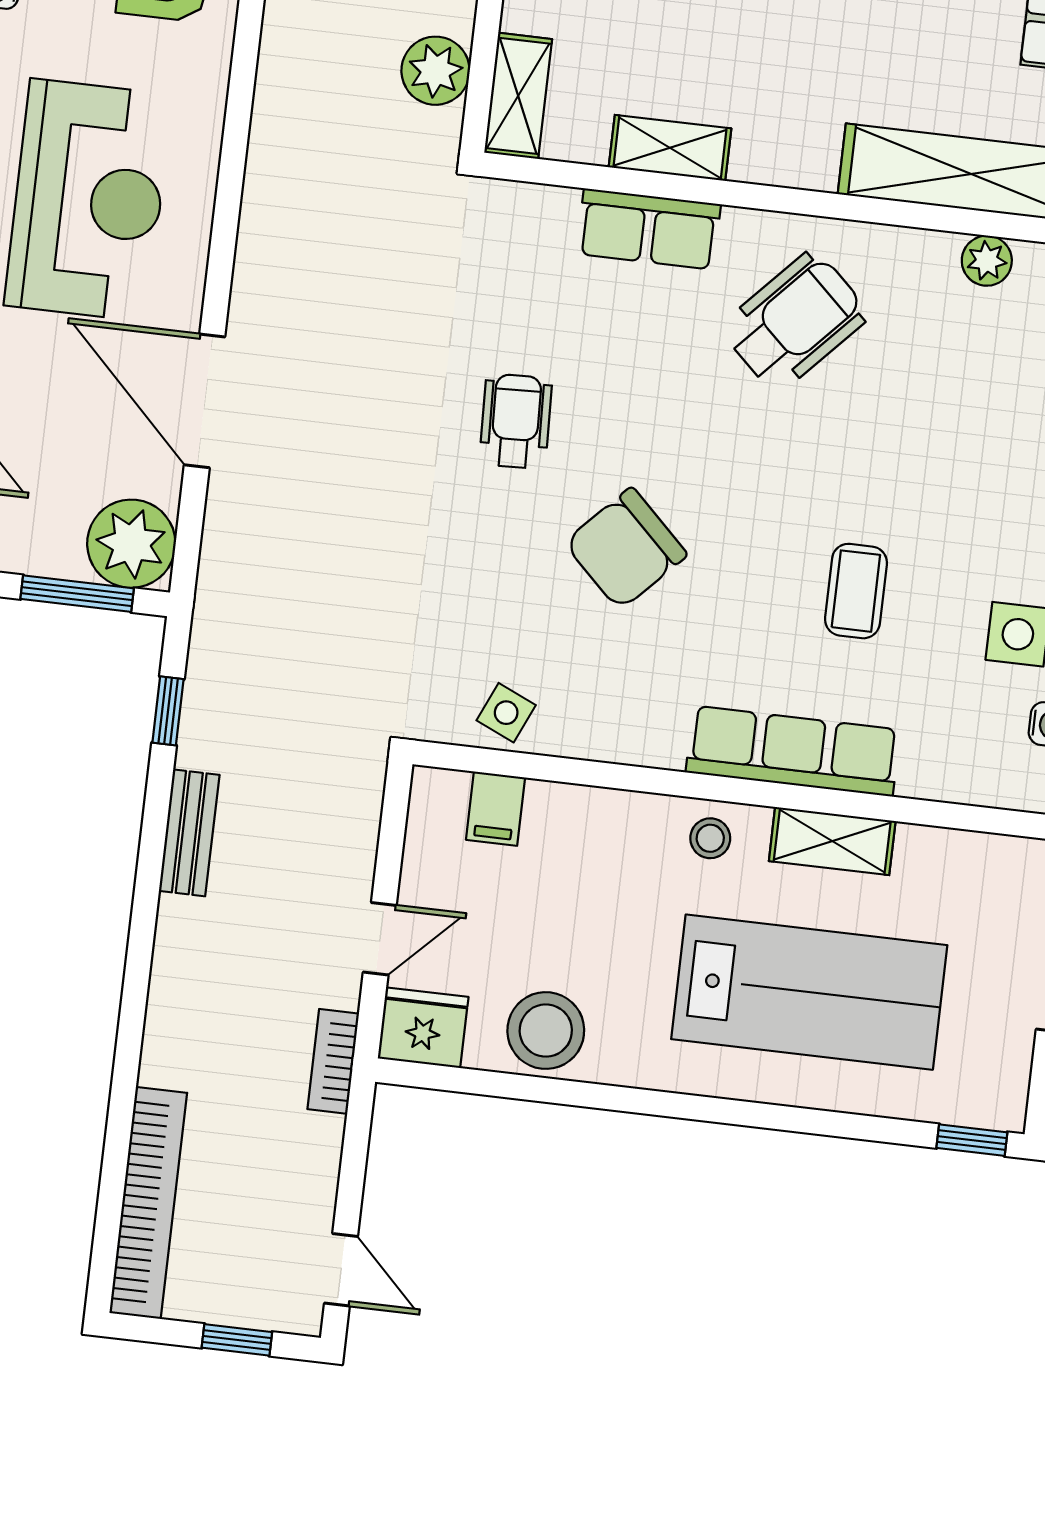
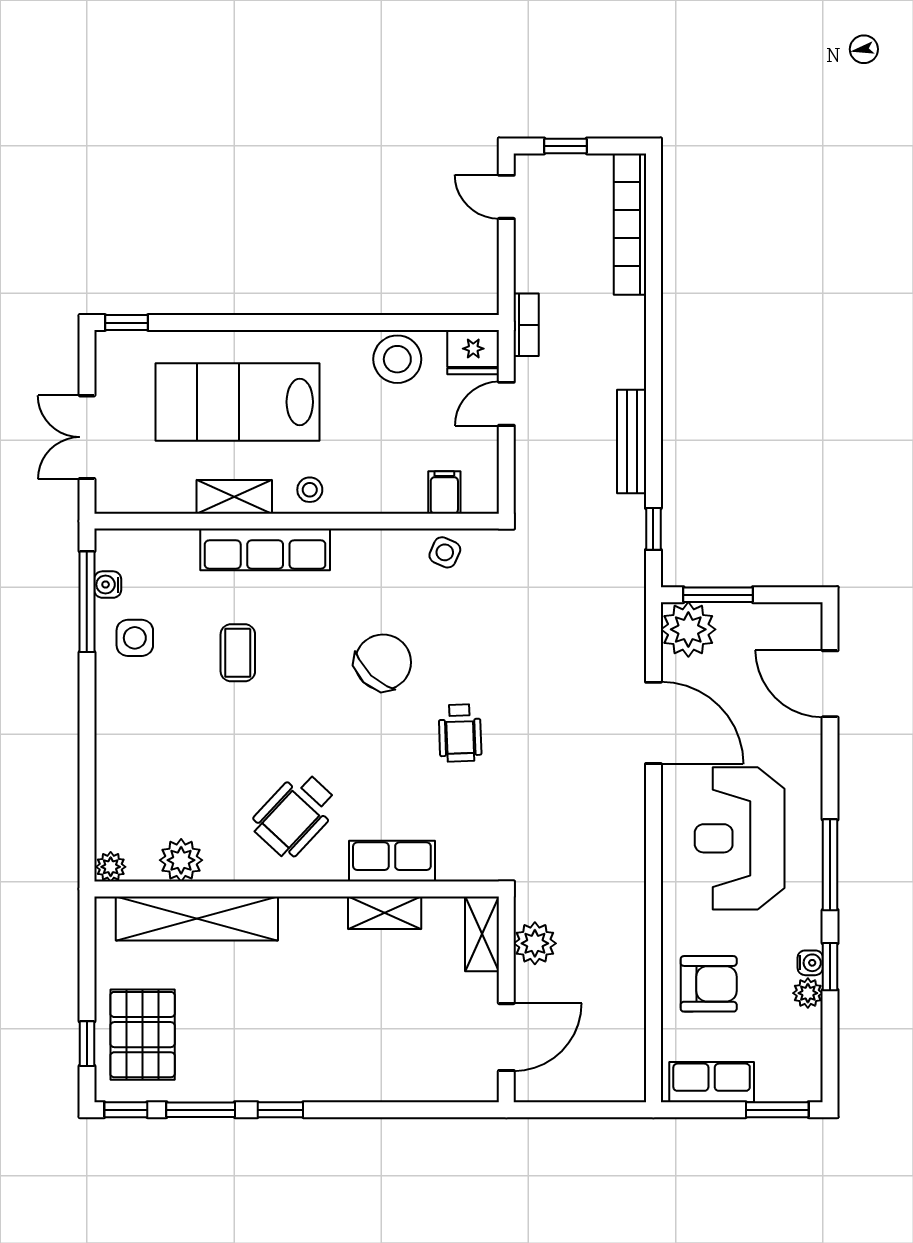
plant: (987, 261) -> (181, 860), width x1.38, depth x1.38
bench: (189, 833) -> (632, 441), width x1.36

